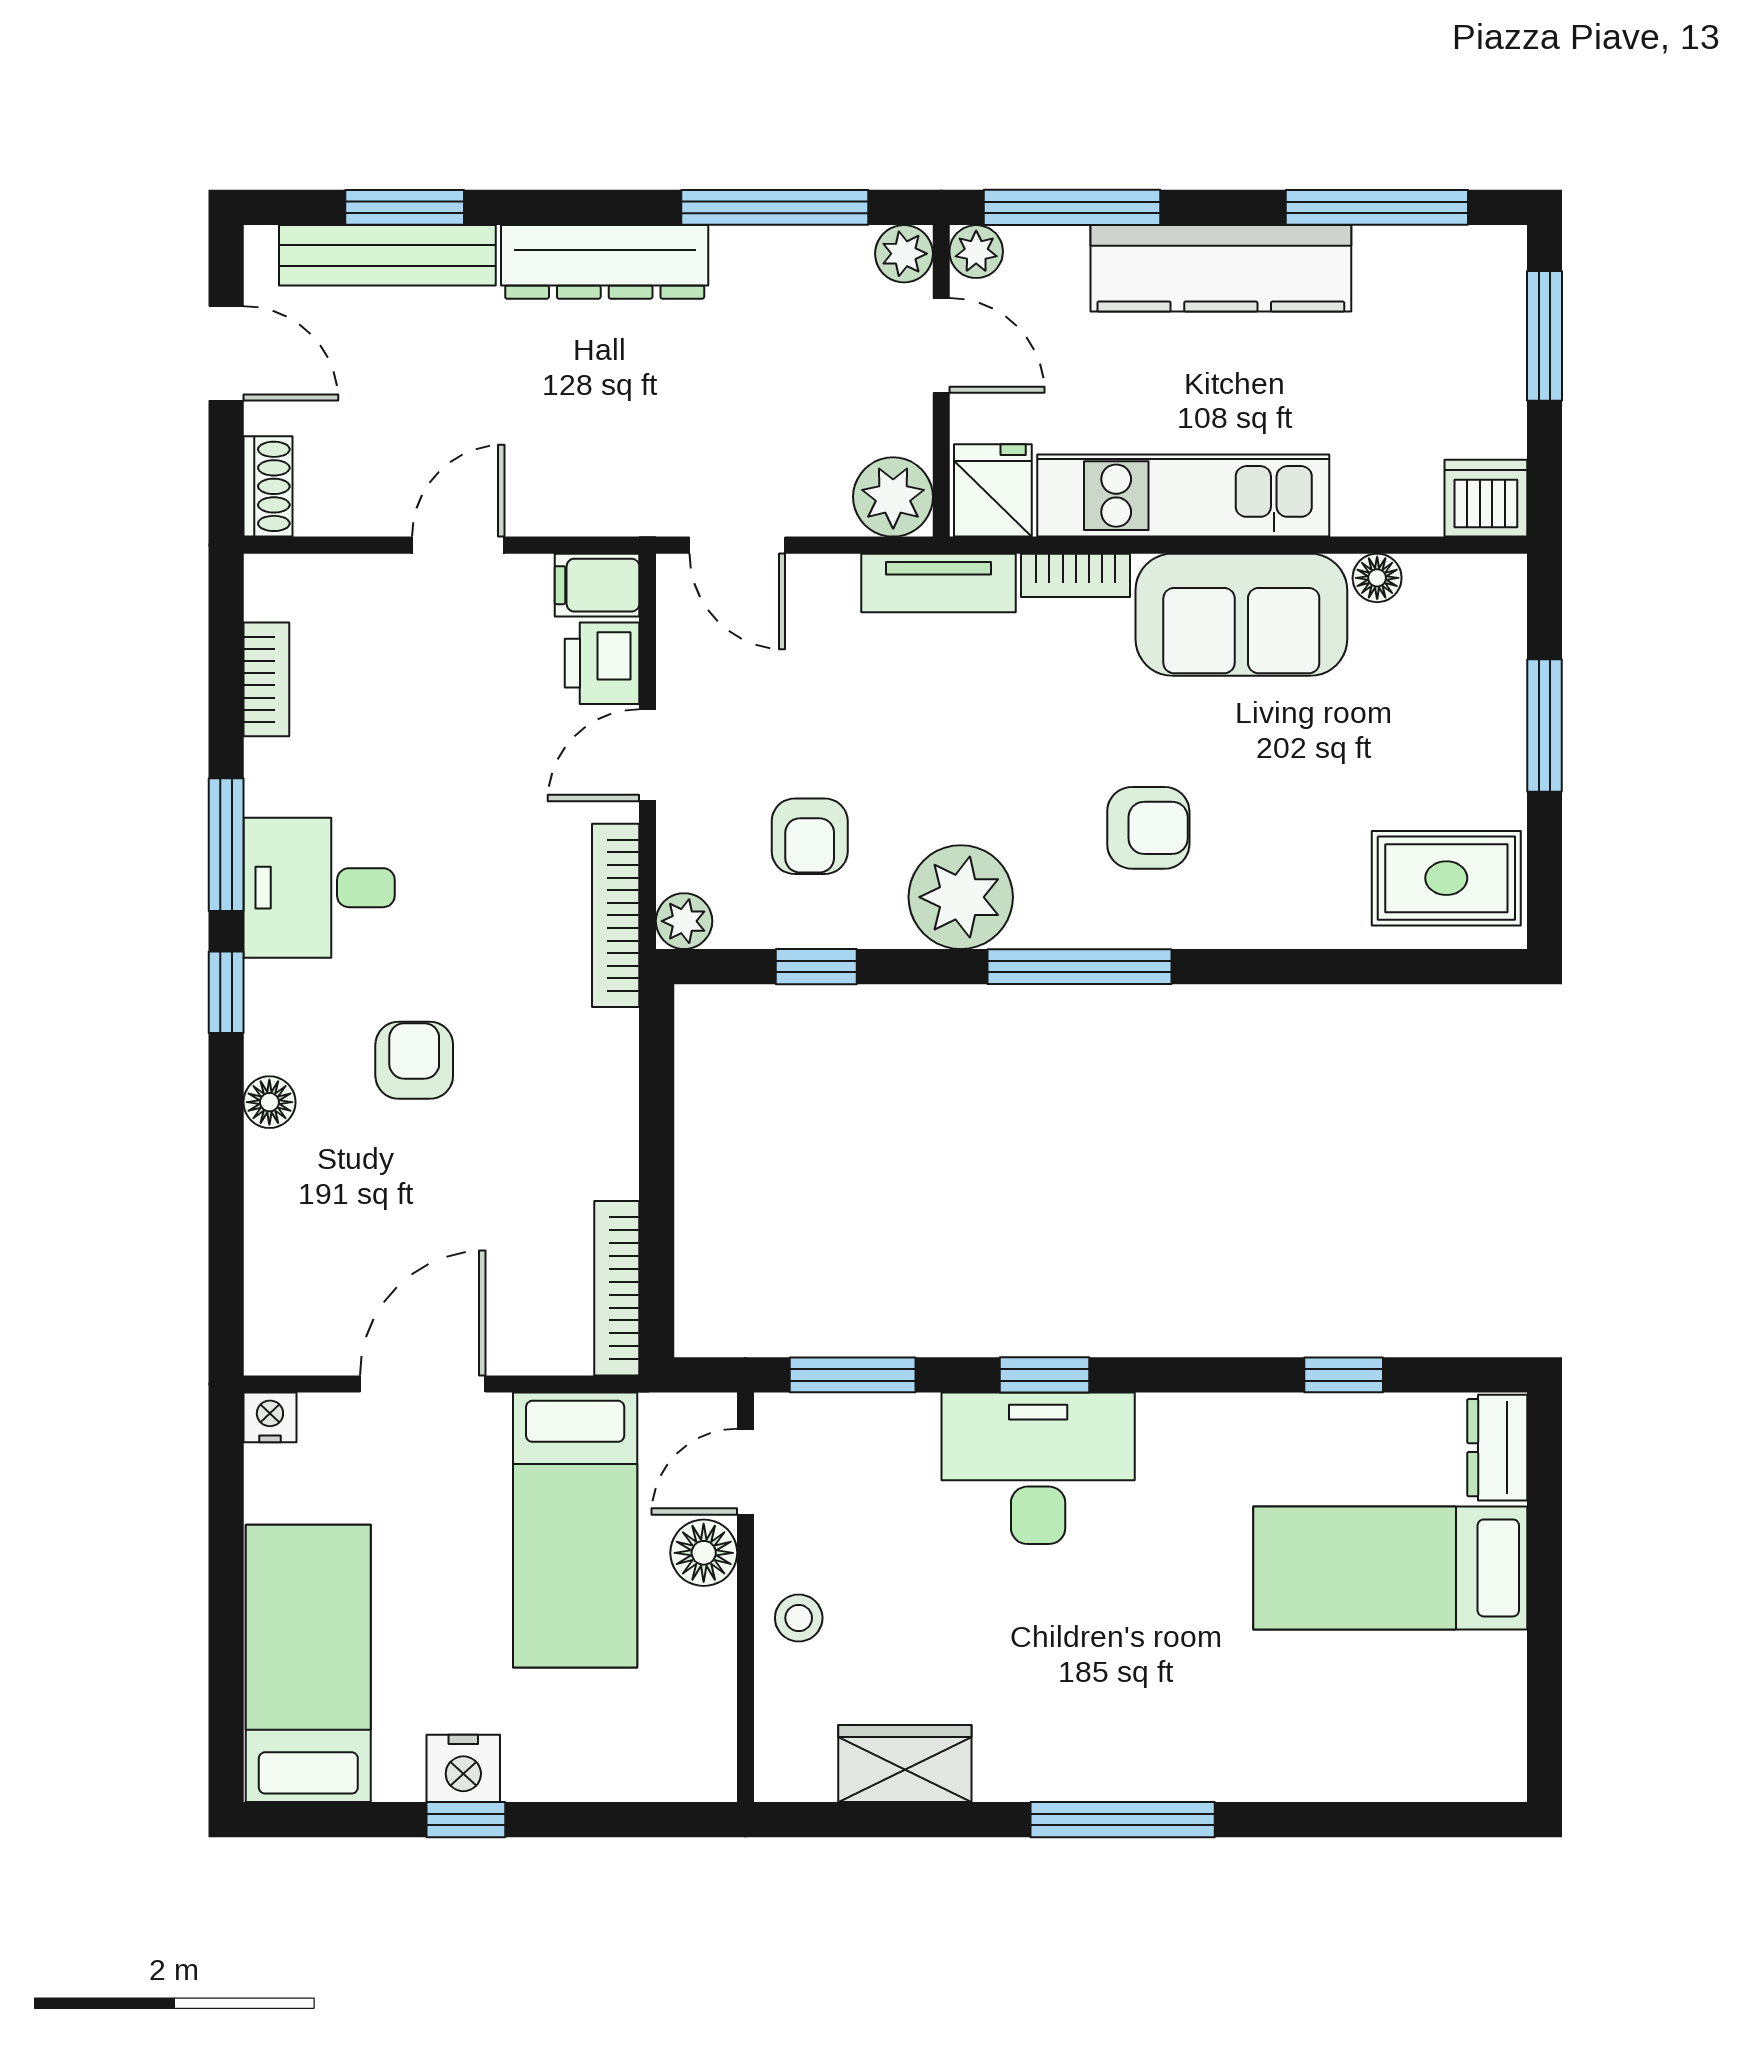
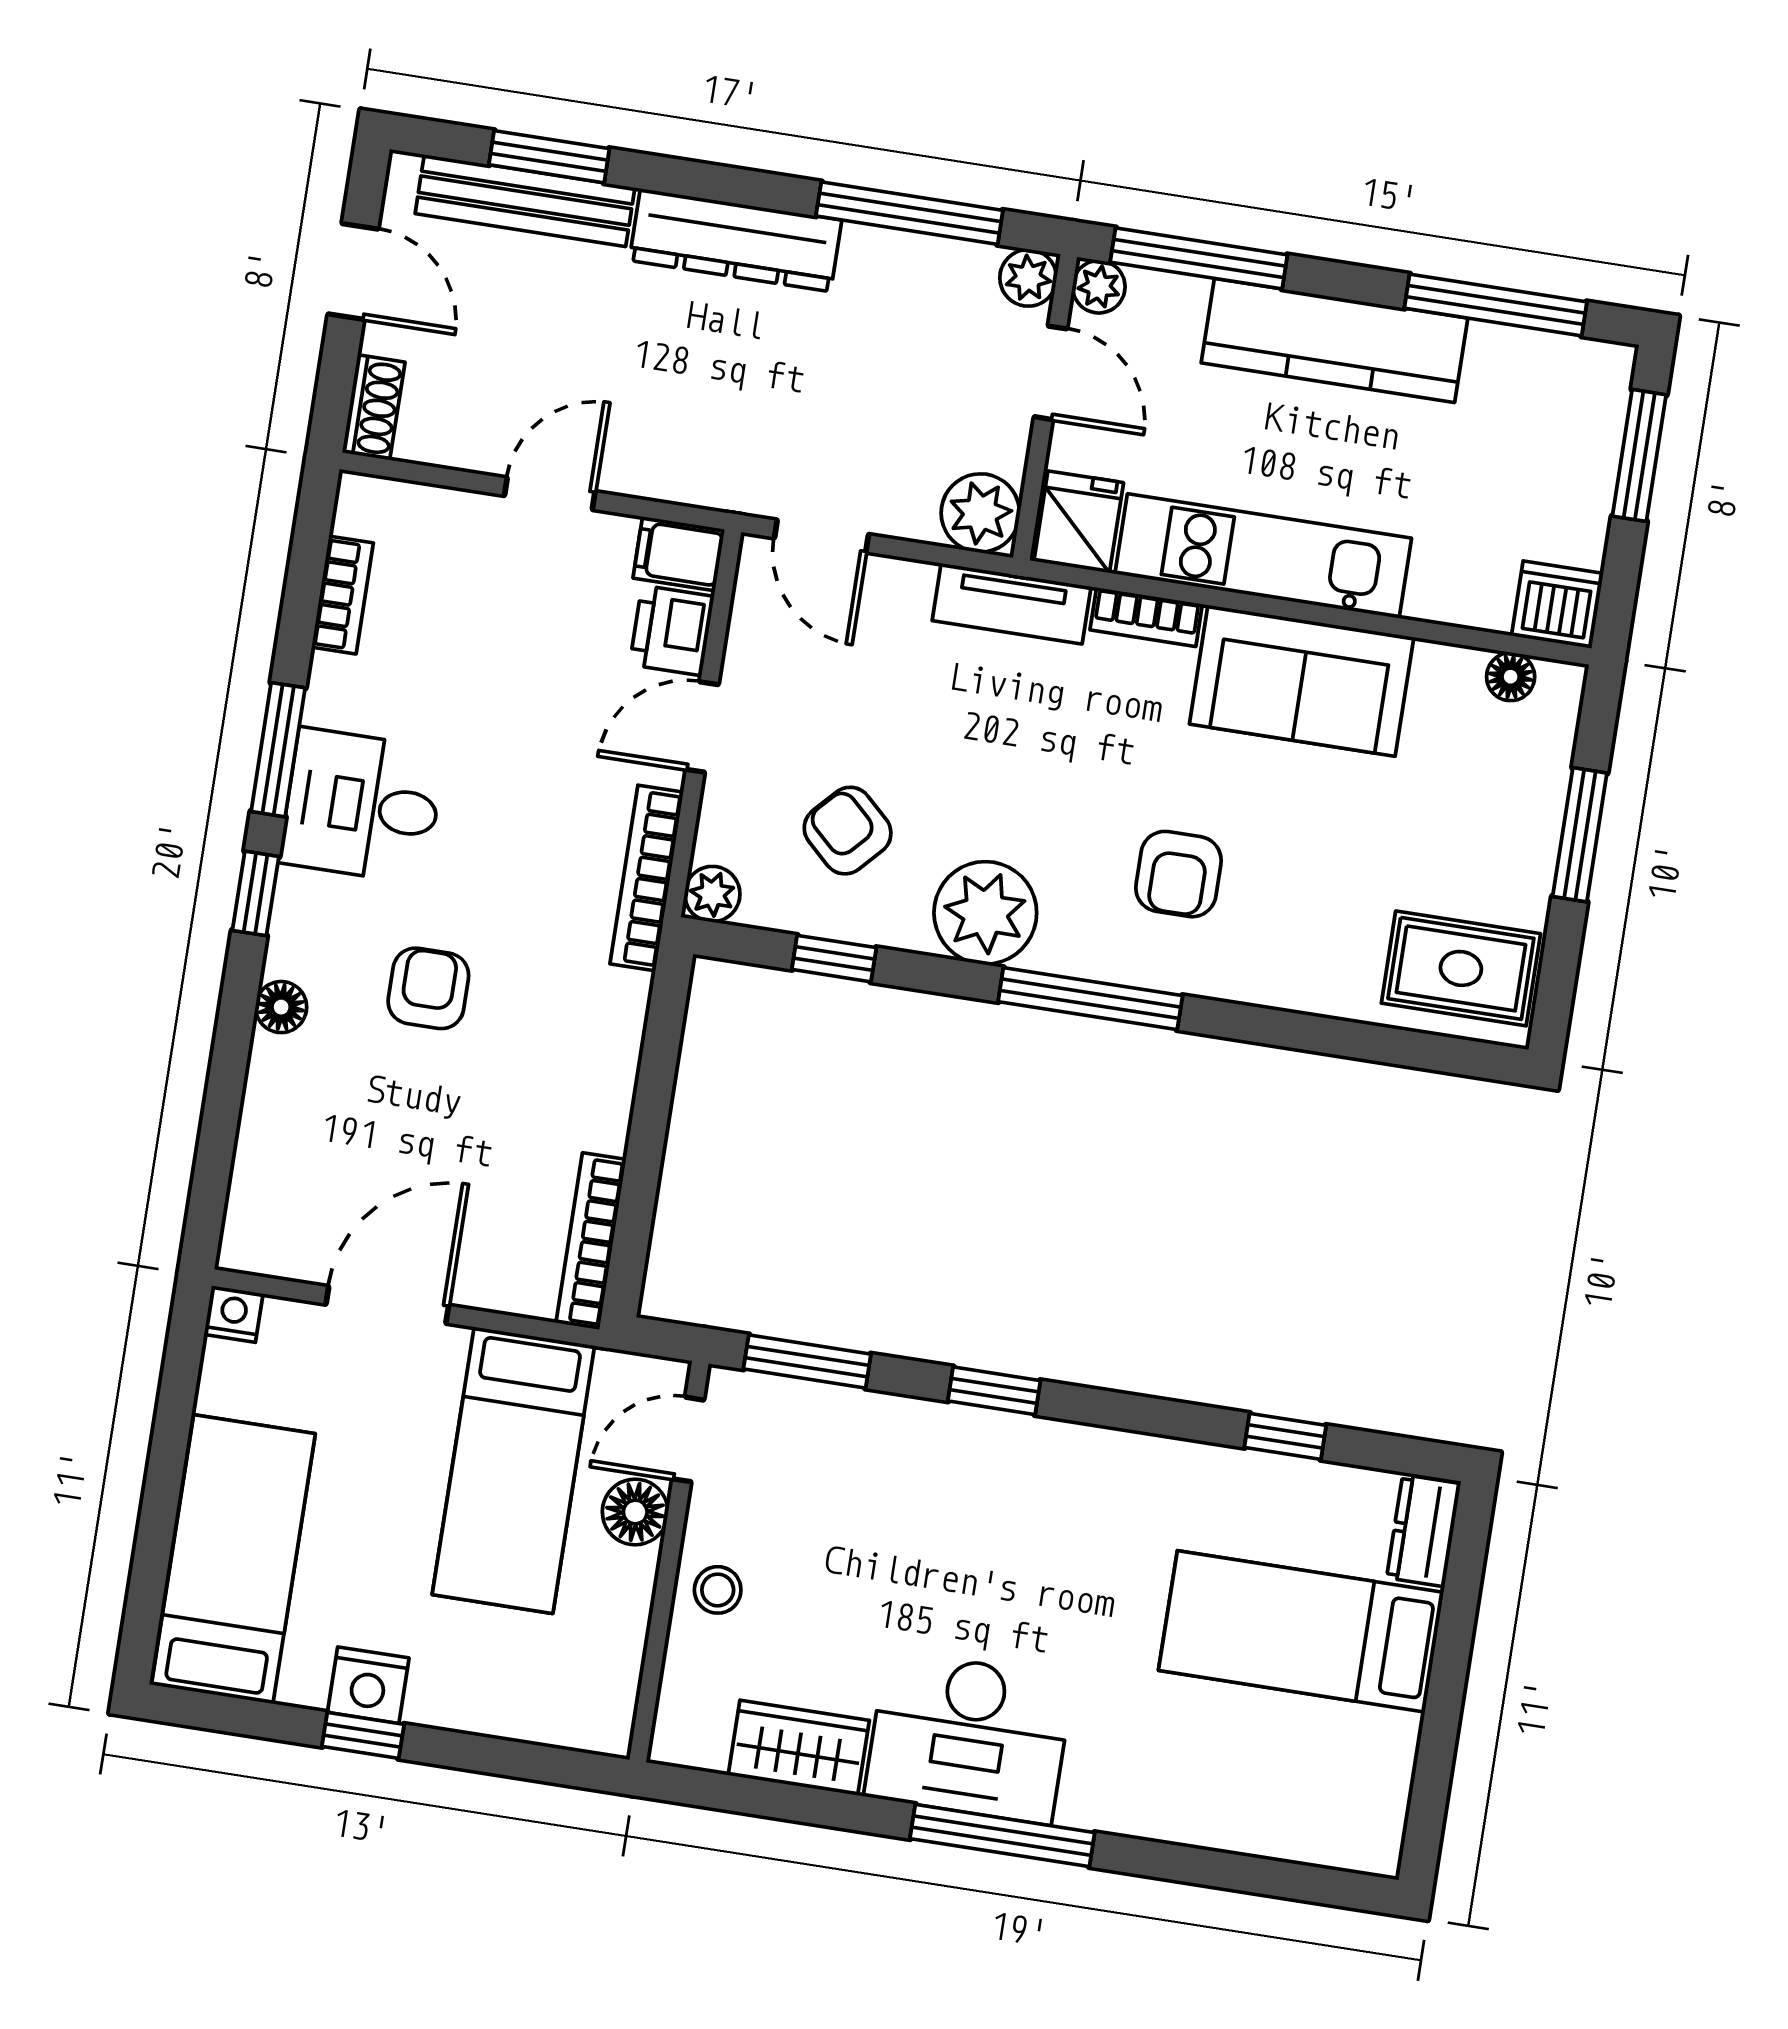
floor lamp: (1377, 578) -> (1511, 677), moved
armchair: (1148, 828) -> (1178, 874), turned 90
armchair: (810, 836) -> (848, 831), turned 133
desk: (1038, 1468) -> (969, 1737), moved, turned 180

